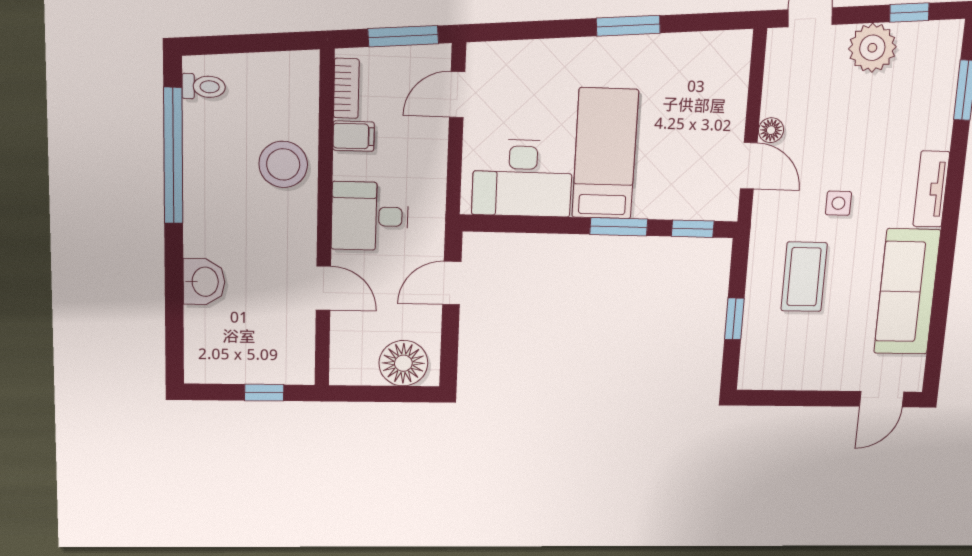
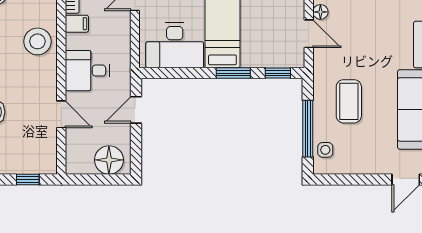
side table: (838, 203) -> (325, 150), moved
window: (734, 319) -> (308, 129), width x2.17

